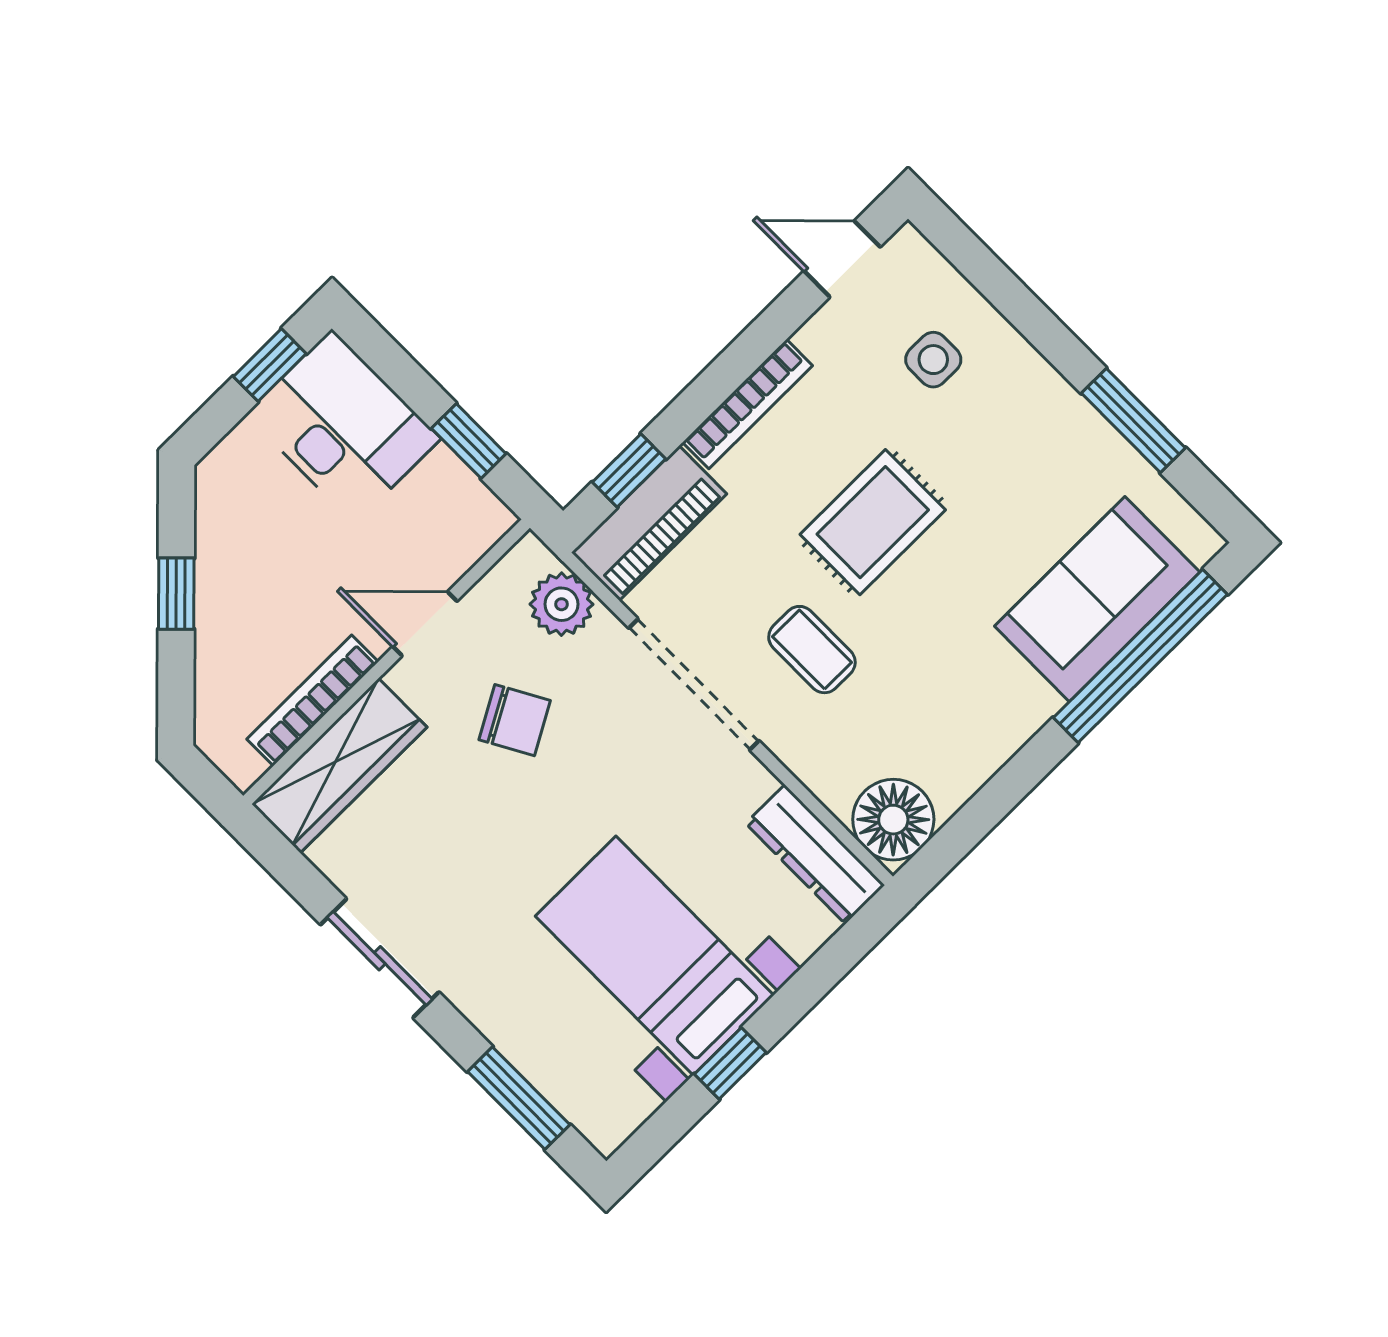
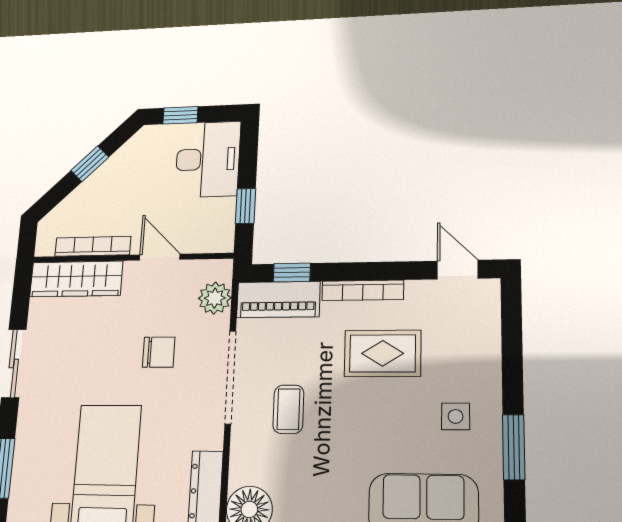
side table: (933, 360) -> (456, 416), moved
window: (270, 365) -> (180, 115), moved
rug: (873, 522) -> (383, 353), moved
chair: (515, 720) -> (159, 352), moved, turned -61

